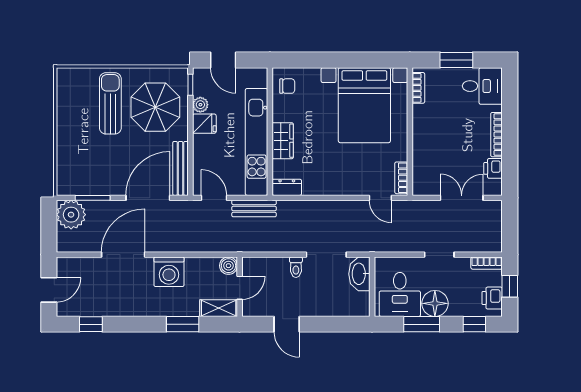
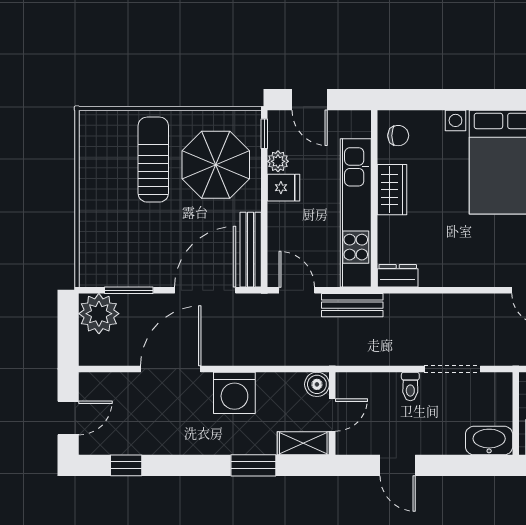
wardrobe: (283, 141) -> (392, 190), moved
washbasin: (359, 274) -> (489, 441), moved, turned 90

